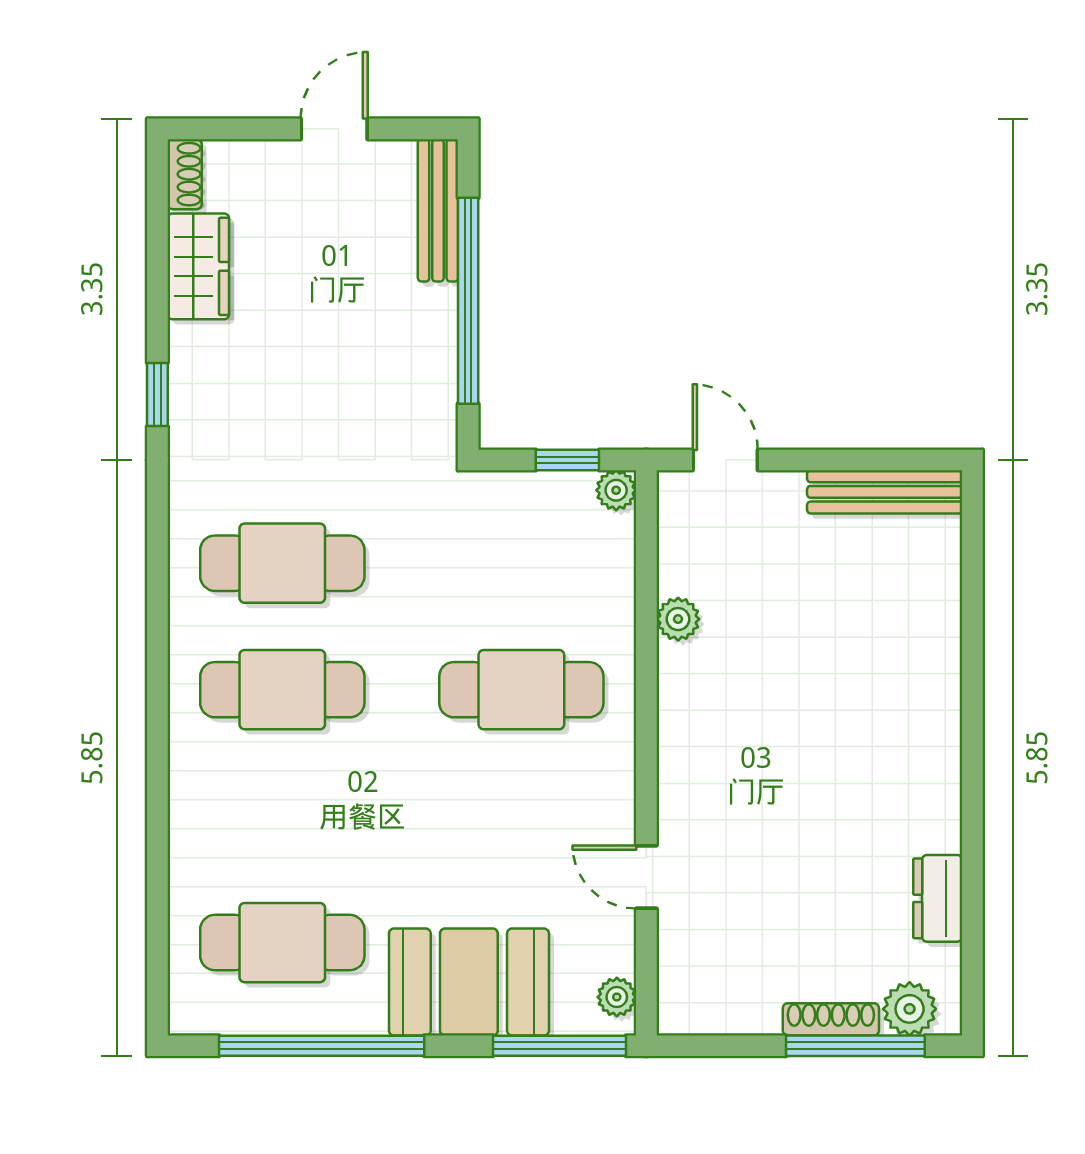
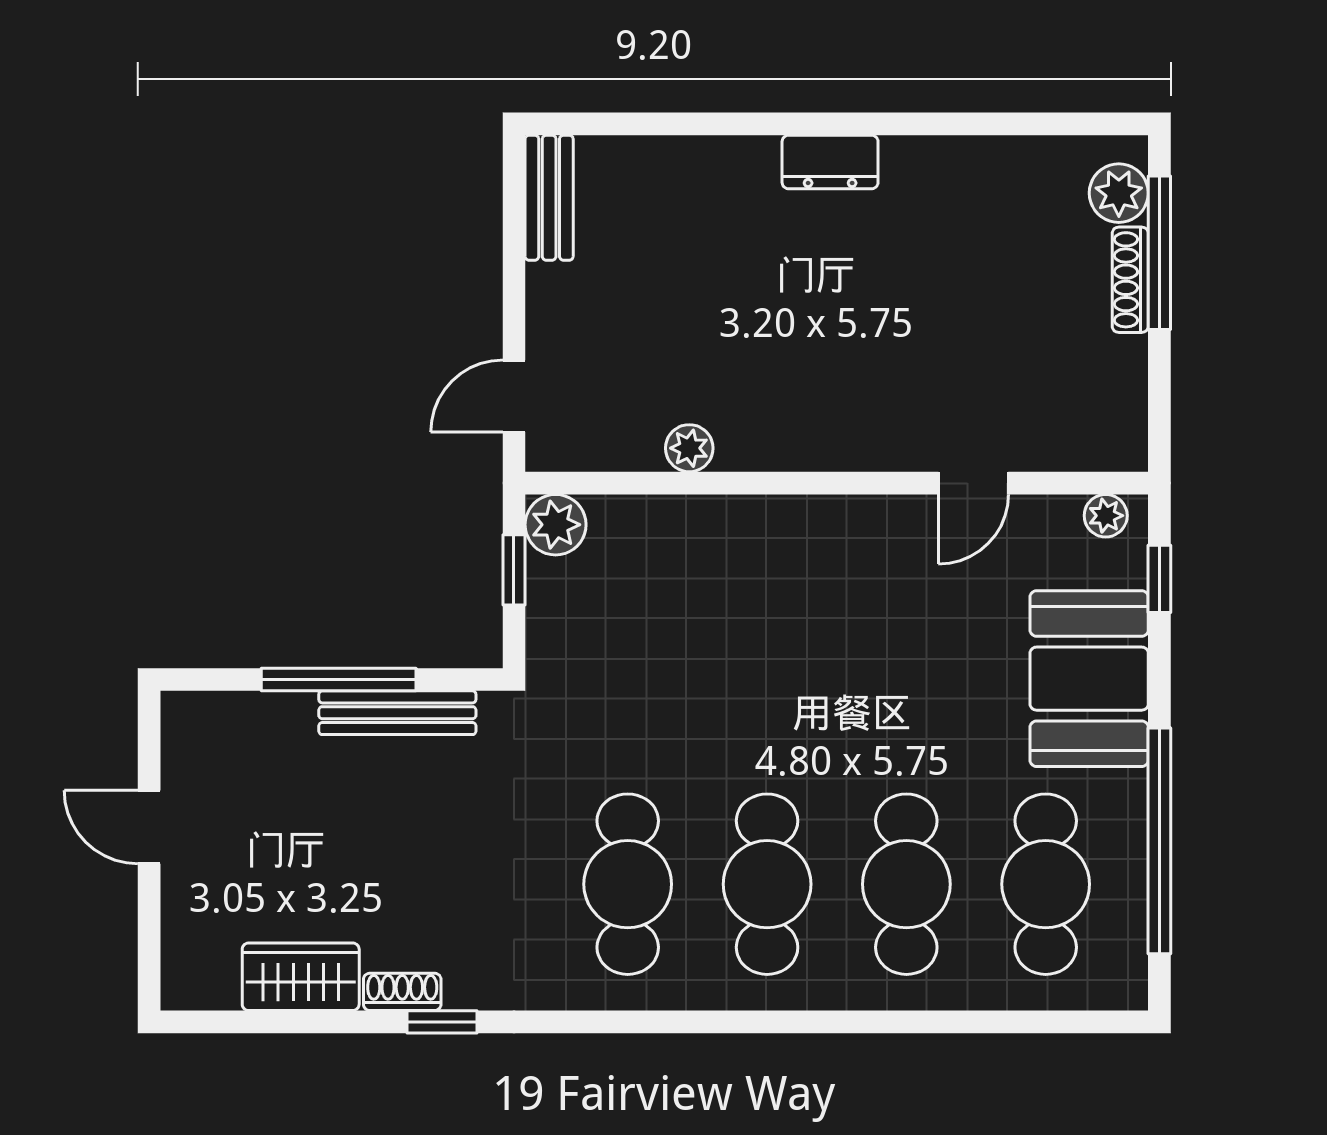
shoe rack: (185, 174) -> (402, 992), moved
bench: (438, 210) -> (397, 713), moved
window: (468, 301) -> (339, 680), width x0.68
plant: (616, 490) -> (556, 525), width x1.38, depth x1.38
bench: (885, 492) -> (549, 198), width x0.73
cafe table: (521, 690) -> (906, 884), moved
dresser: (938, 898) -> (830, 162), moved
window: (559, 1046) -> (1159, 579), width x0.46

